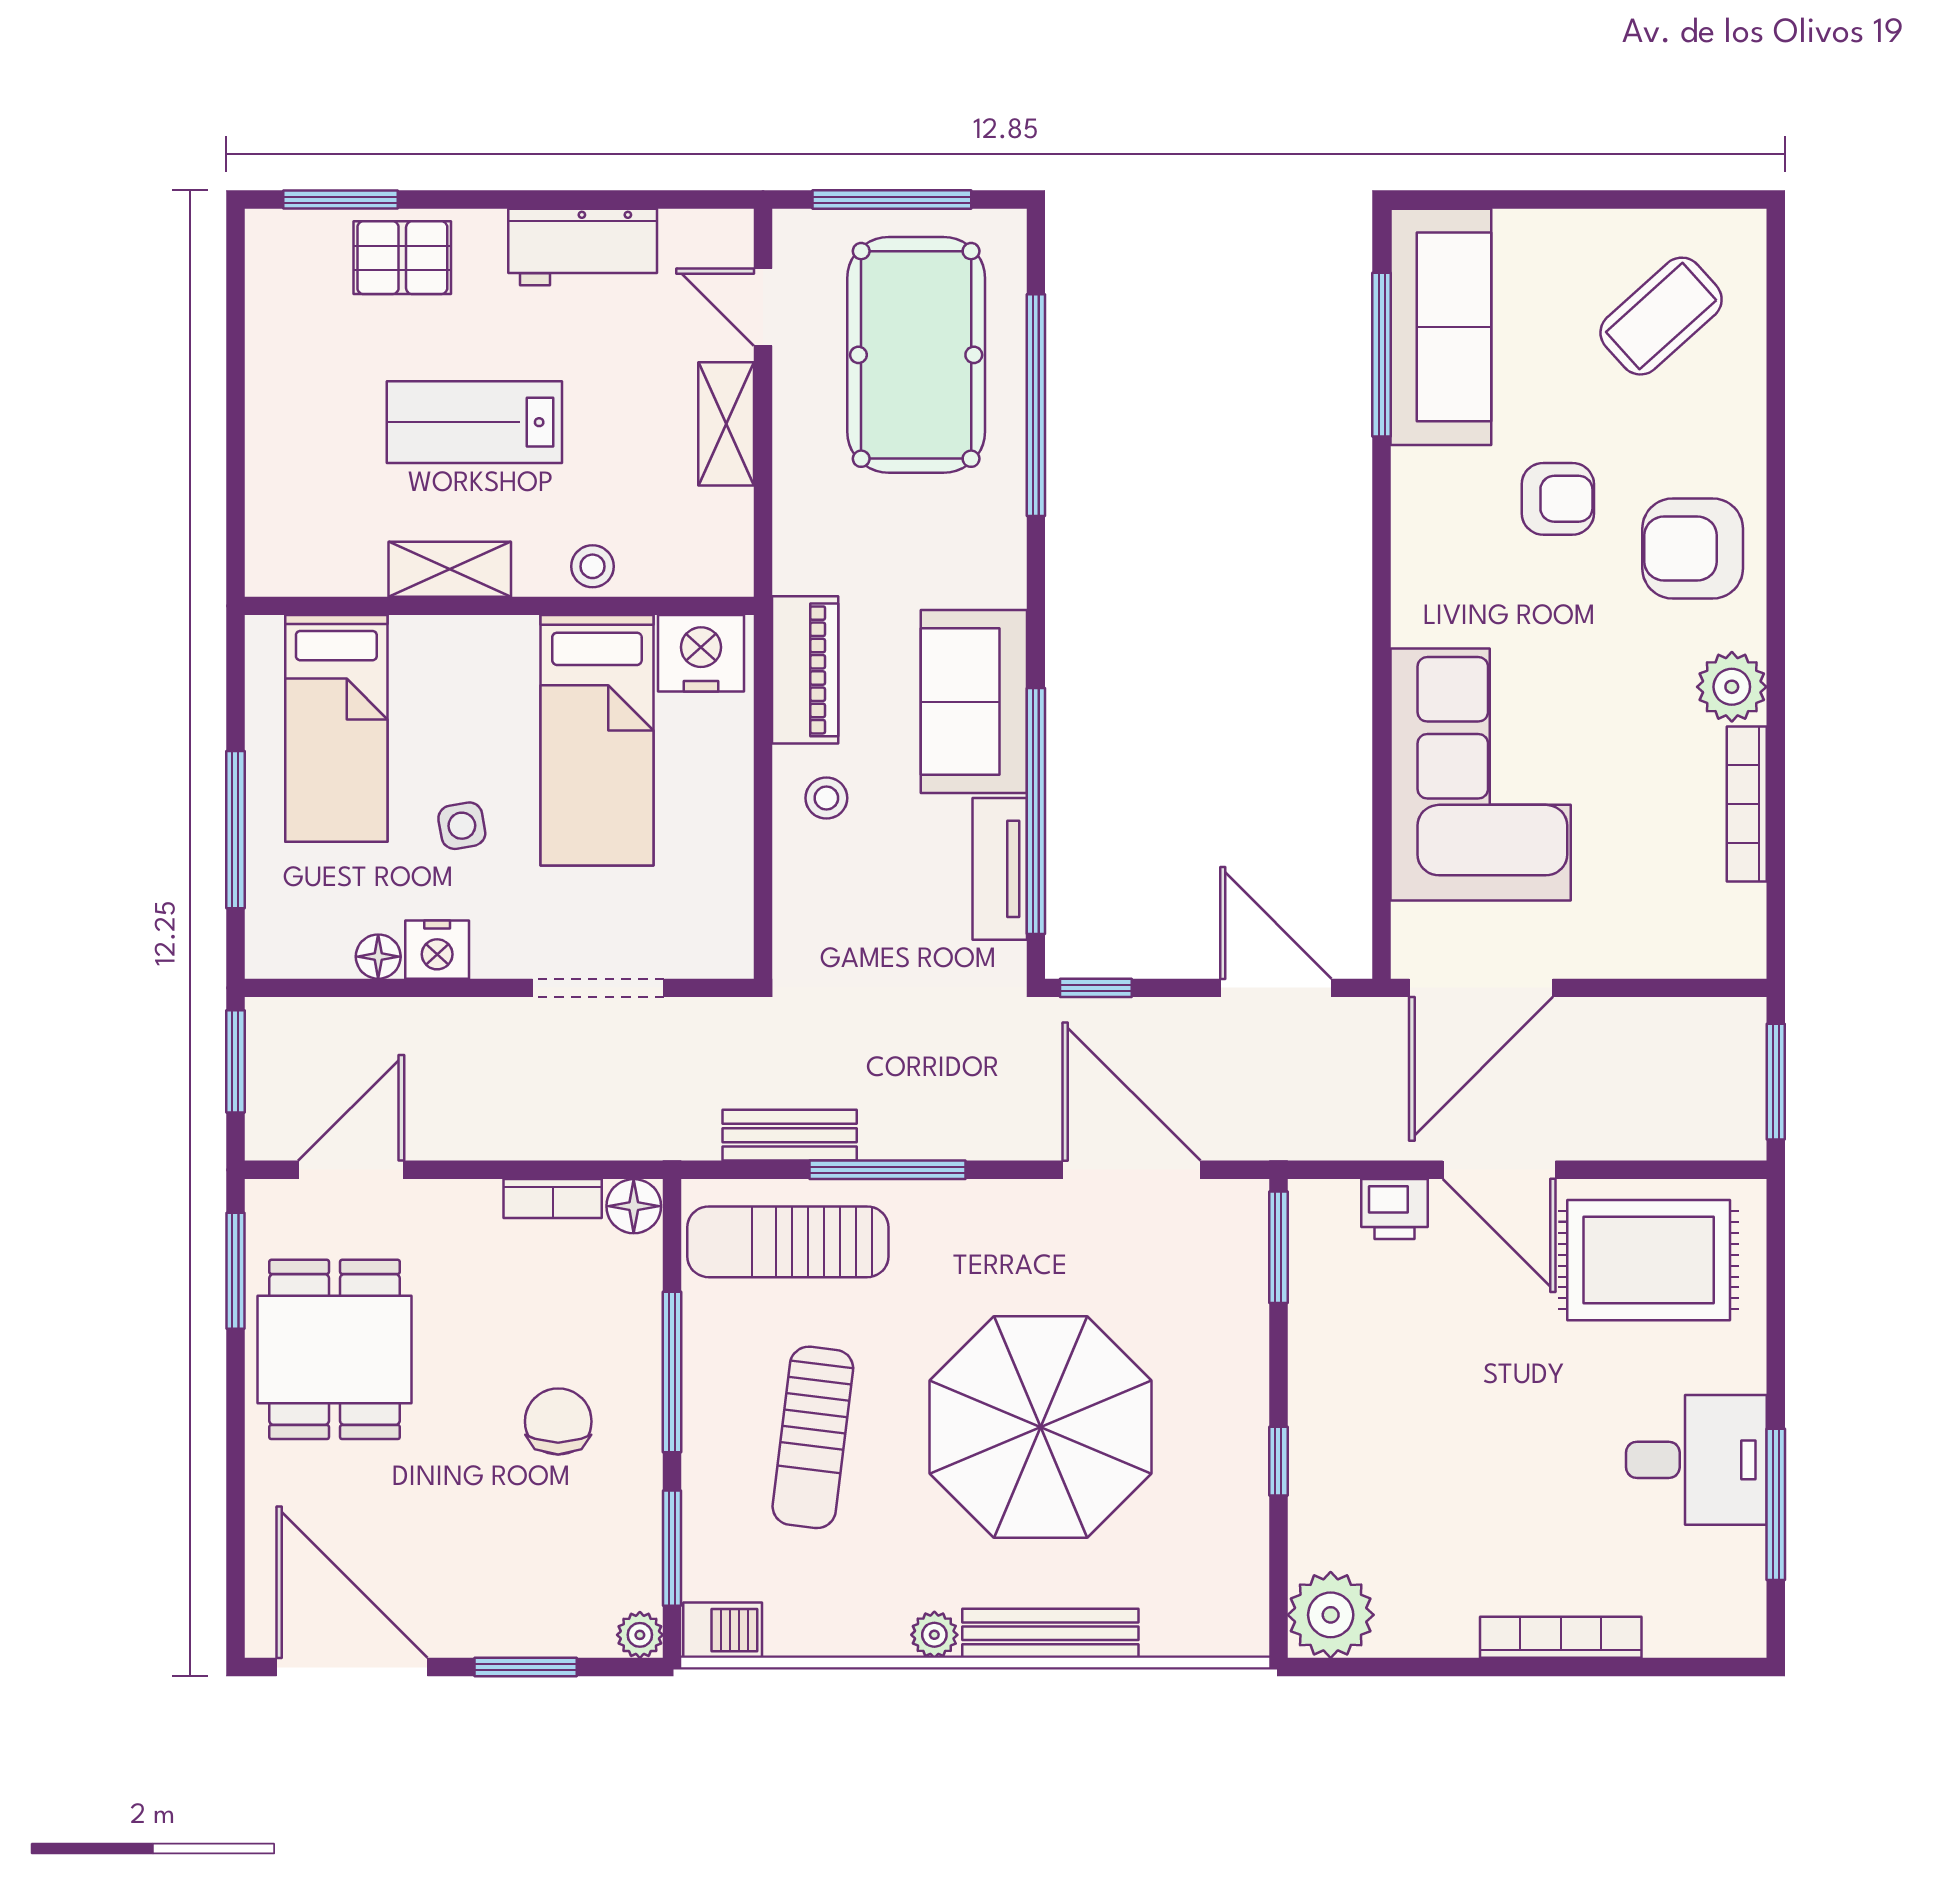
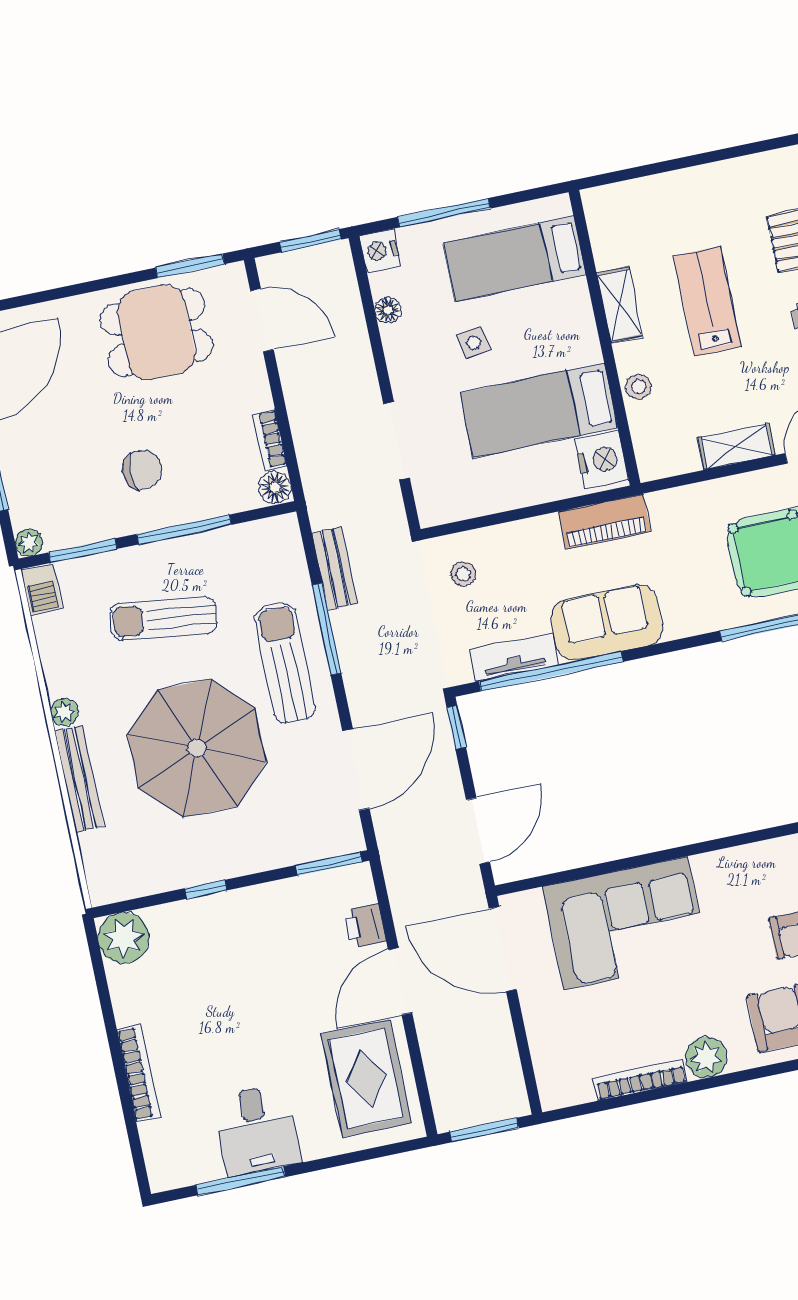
stool: (826, 798) -> (463, 574), moved
nightstand: (437, 950) -> (380, 251), moved
sun lounger: (788, 1242) -> (285, 663), moved

